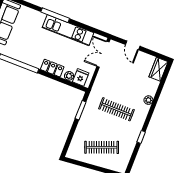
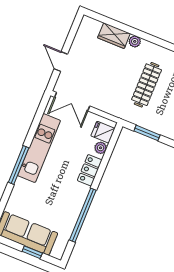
door: (133, 45) -> (61, 61), swing flipped
wardrobe: (158, 69) -> (114, 36), moved

